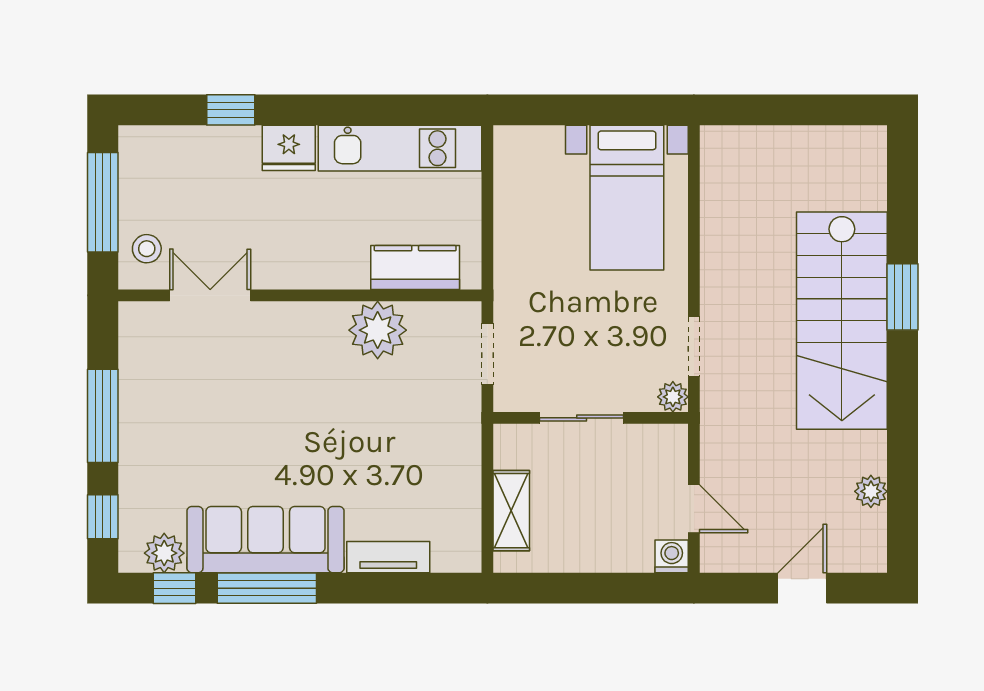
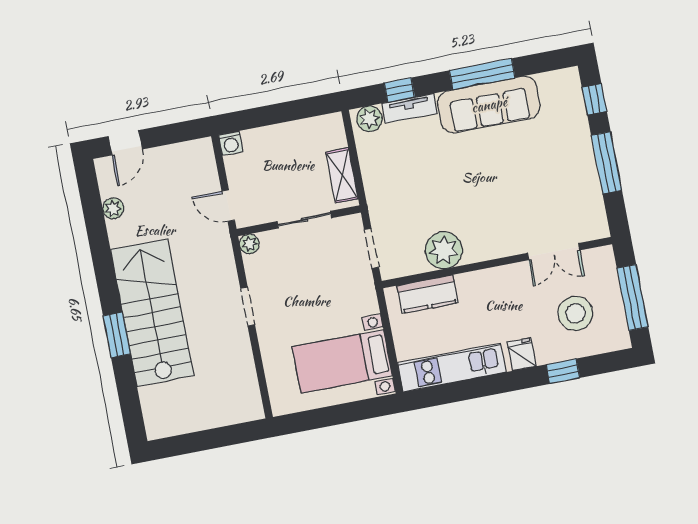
fridge: (289, 148) -> (522, 354), width x0.72
bed with nightstands: (627, 198) -> (342, 361), moved, turned -90
stool: (147, 249) -> (576, 313), moved, width x1.89, depth x1.89
doorway: (694, 347) -> (248, 307), moved
door: (694, 509) -> (228, 206), moved
shelving: (511, 511) -> (342, 175), moved
plant: (164, 553) -> (369, 119), moved
window: (175, 588) -> (399, 90), moved
door: (802, 588) -> (125, 143), moved

